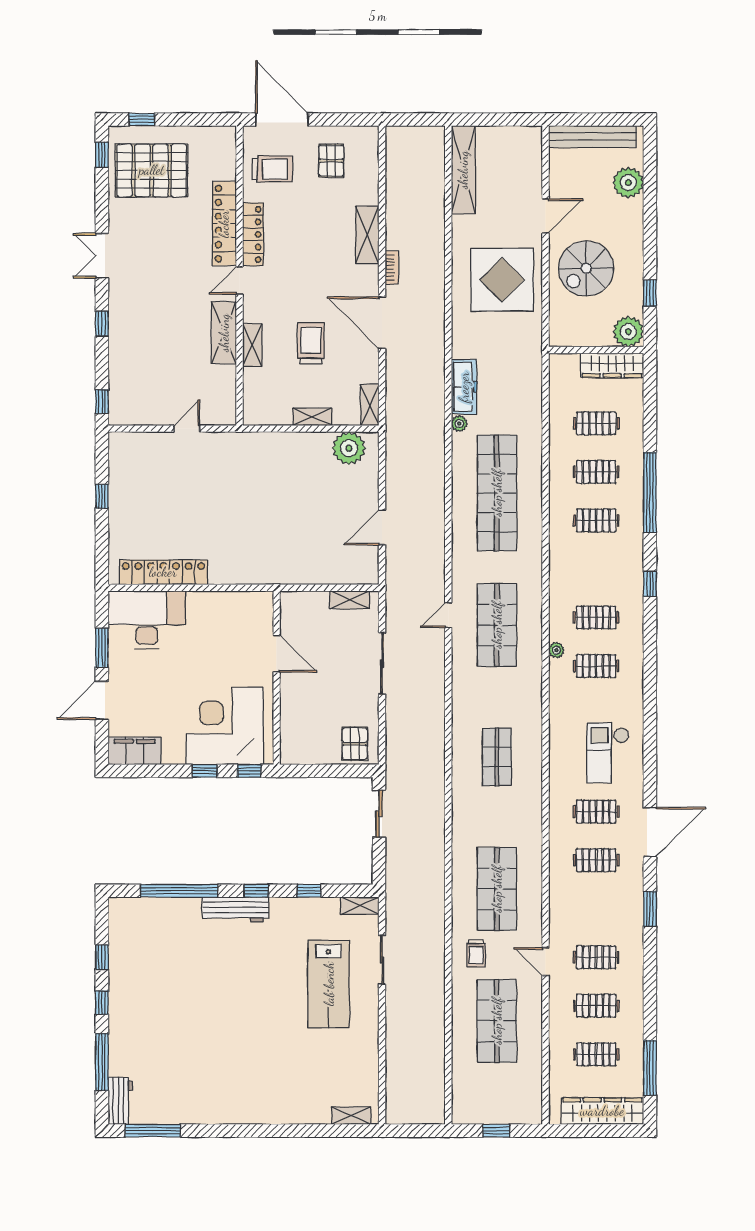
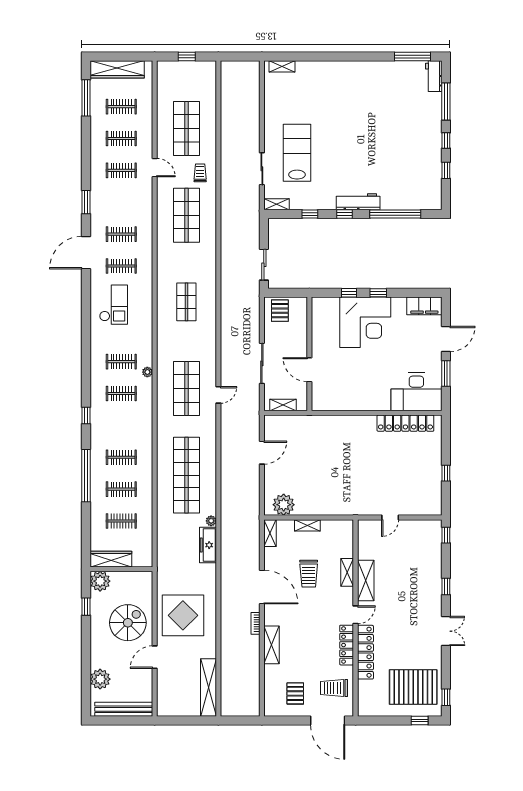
door: (277, 654) -> (309, 370), moved
wall: (277, 678) -> (309, 354), moved

